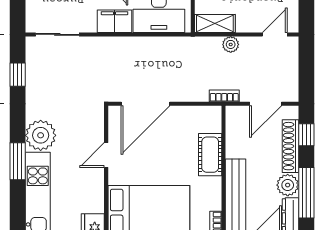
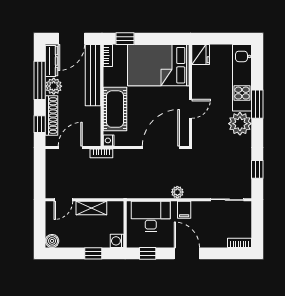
filing cabinet: (115, 21) -> (184, 210), width x0.50
shelving: (215, 23) -> (91, 208), moved
plant: (231, 44) -> (177, 192), moved
nightstand: (215, 113) -> (109, 140), added
cot: (210, 155) -> (115, 109), width x1.37, depth x1.34

